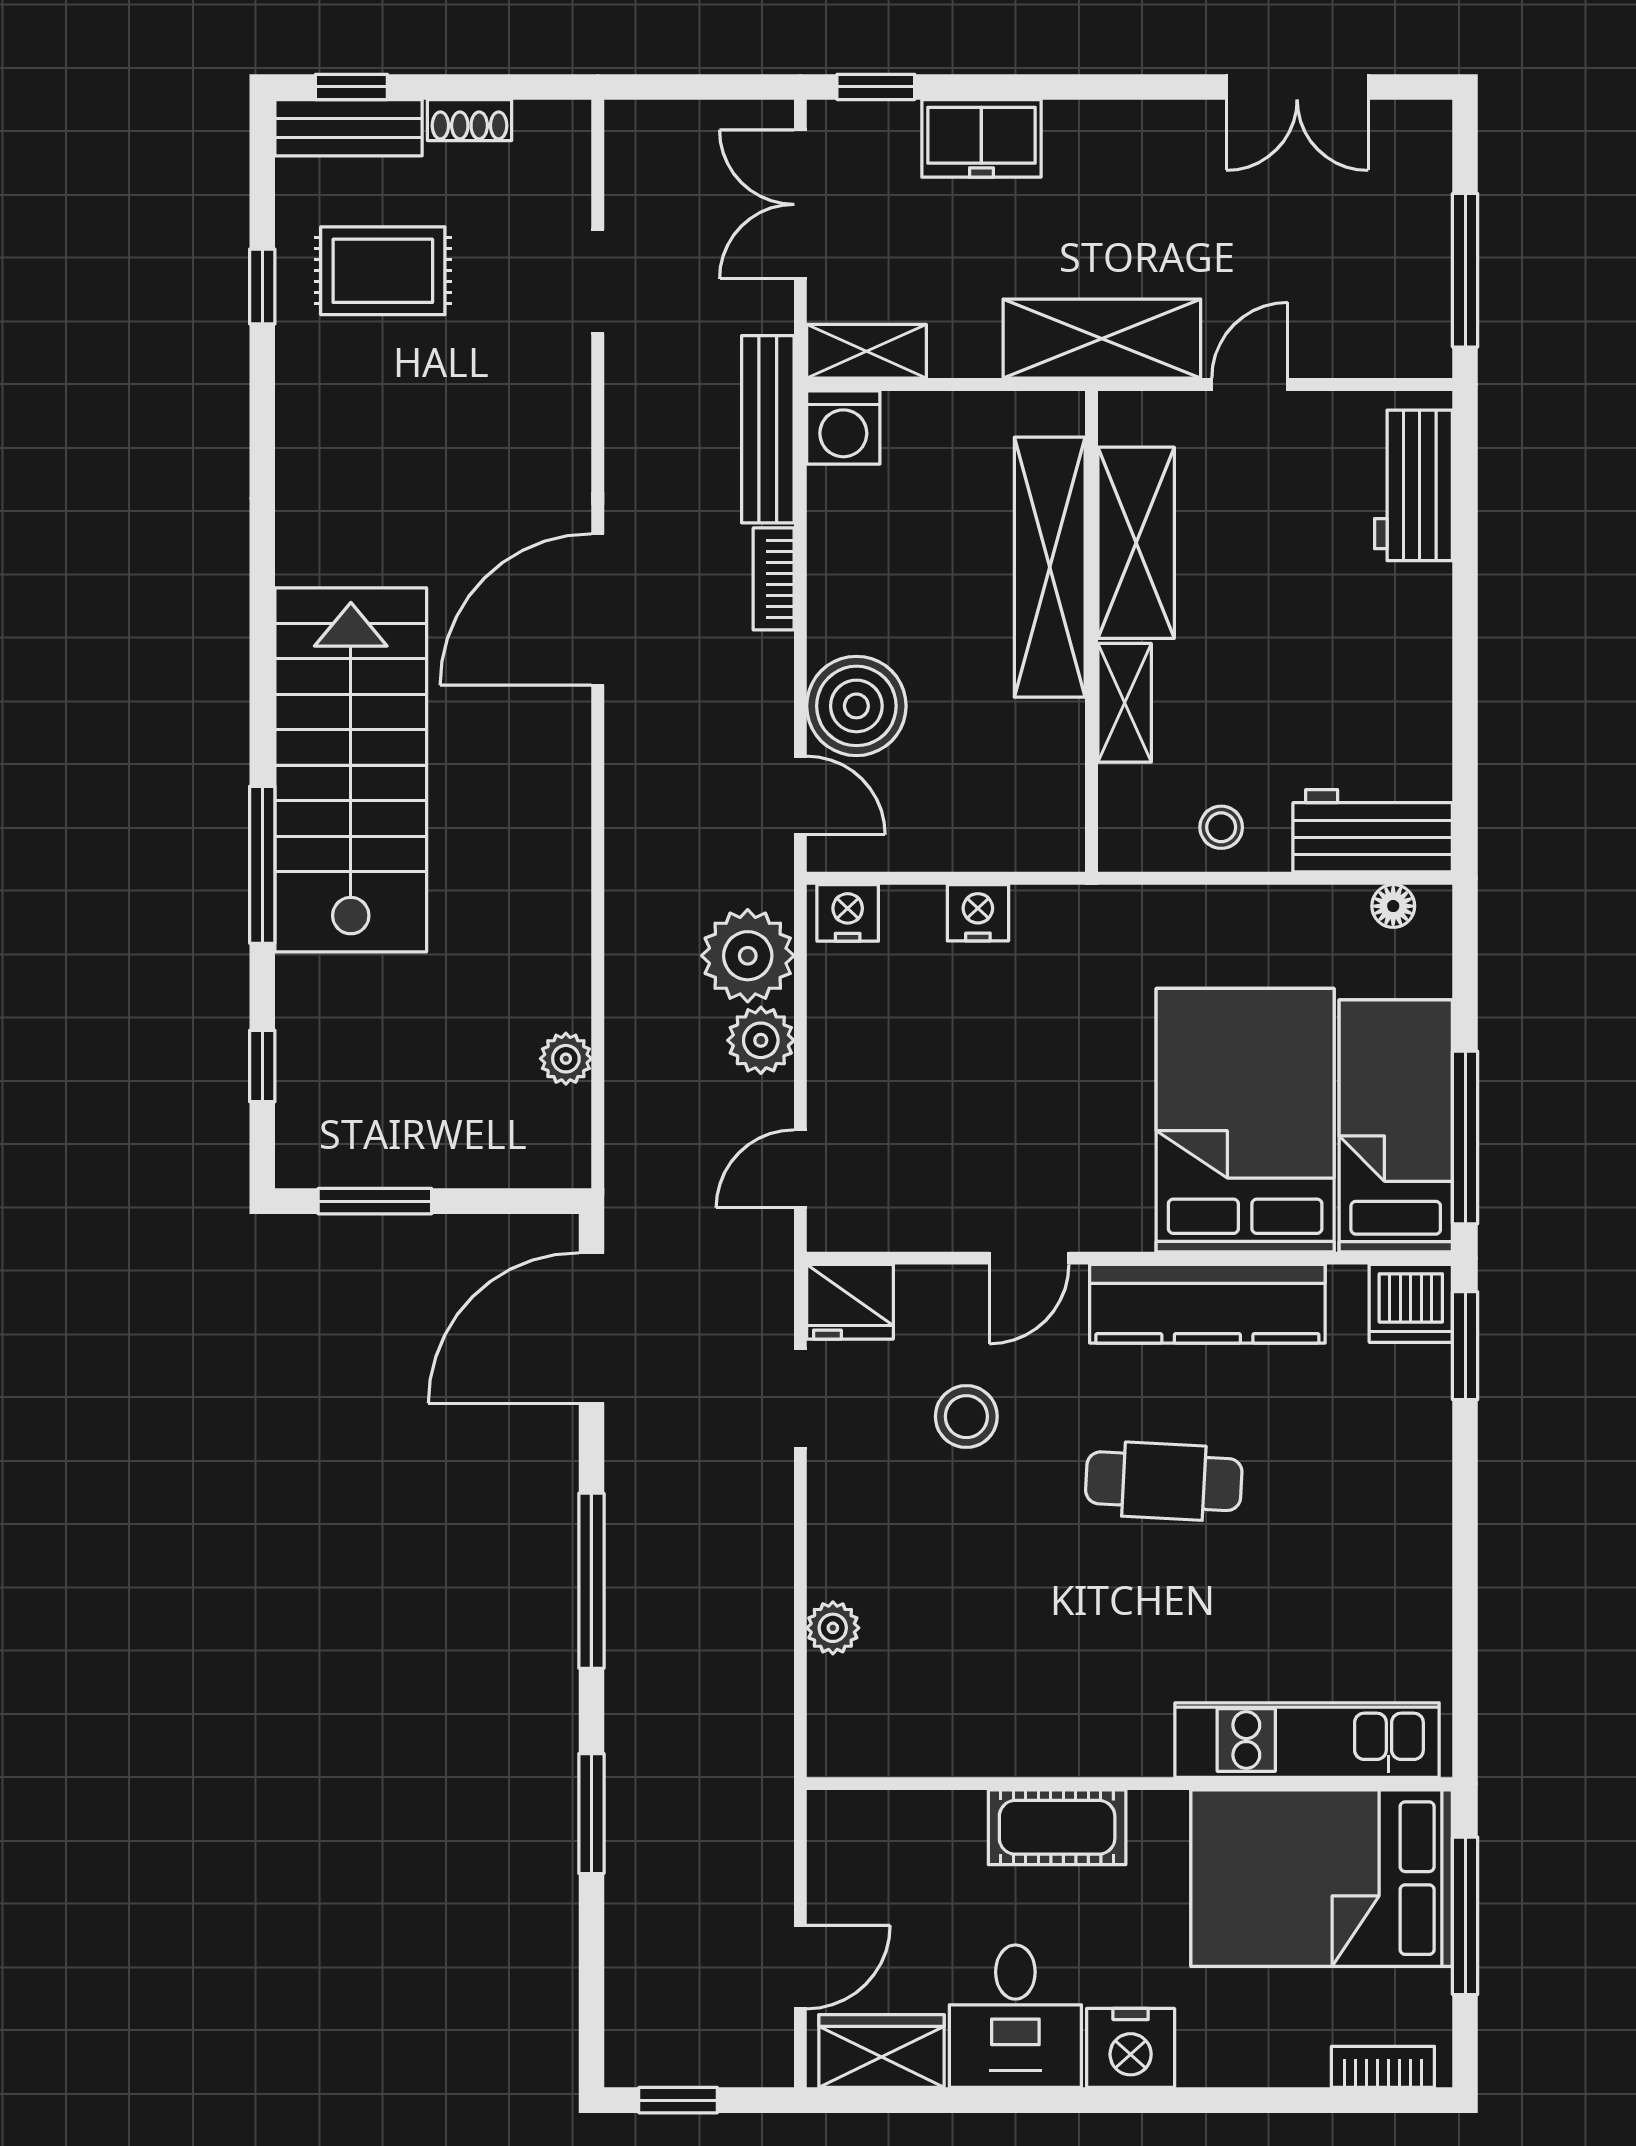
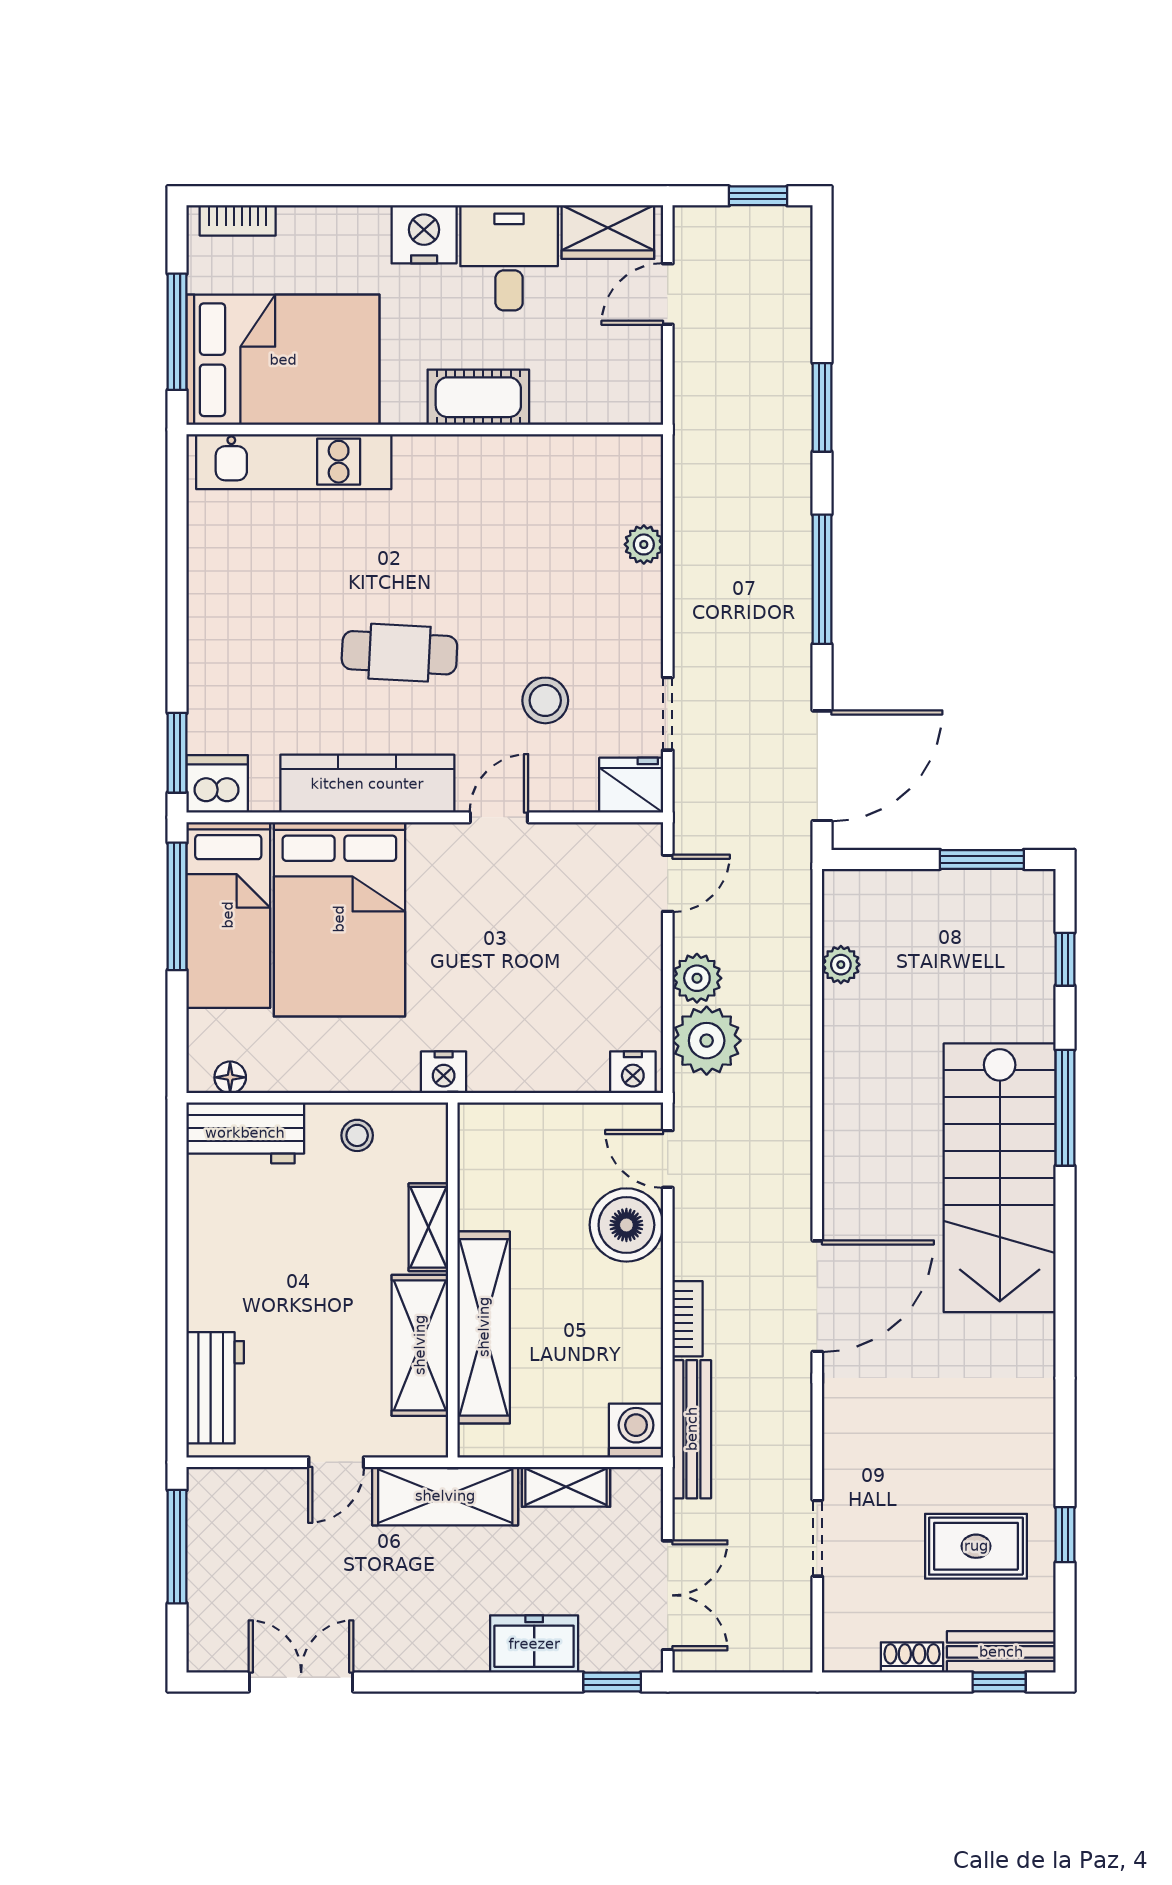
shelving: (866, 351) -> (566, 1487), moved
nightstand: (978, 913) -> (444, 1072), moved

